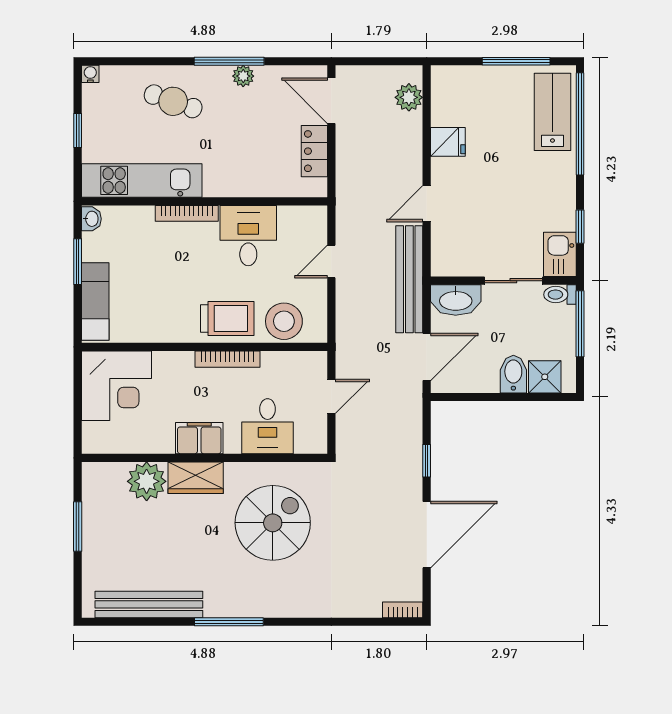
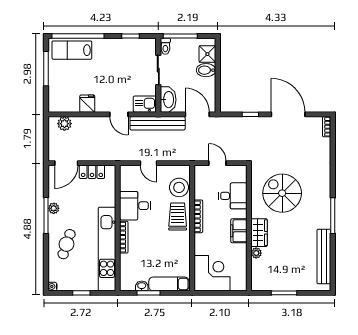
kitchen unit: (142, 180) -> (107, 249), width x1.36
washbasin: (91, 219) -> (142, 286), moved
kitchen sink: (560, 254) -> (145, 104), moved, turned 180
plant: (147, 481) -> (256, 253), width x0.53, depth x0.53

